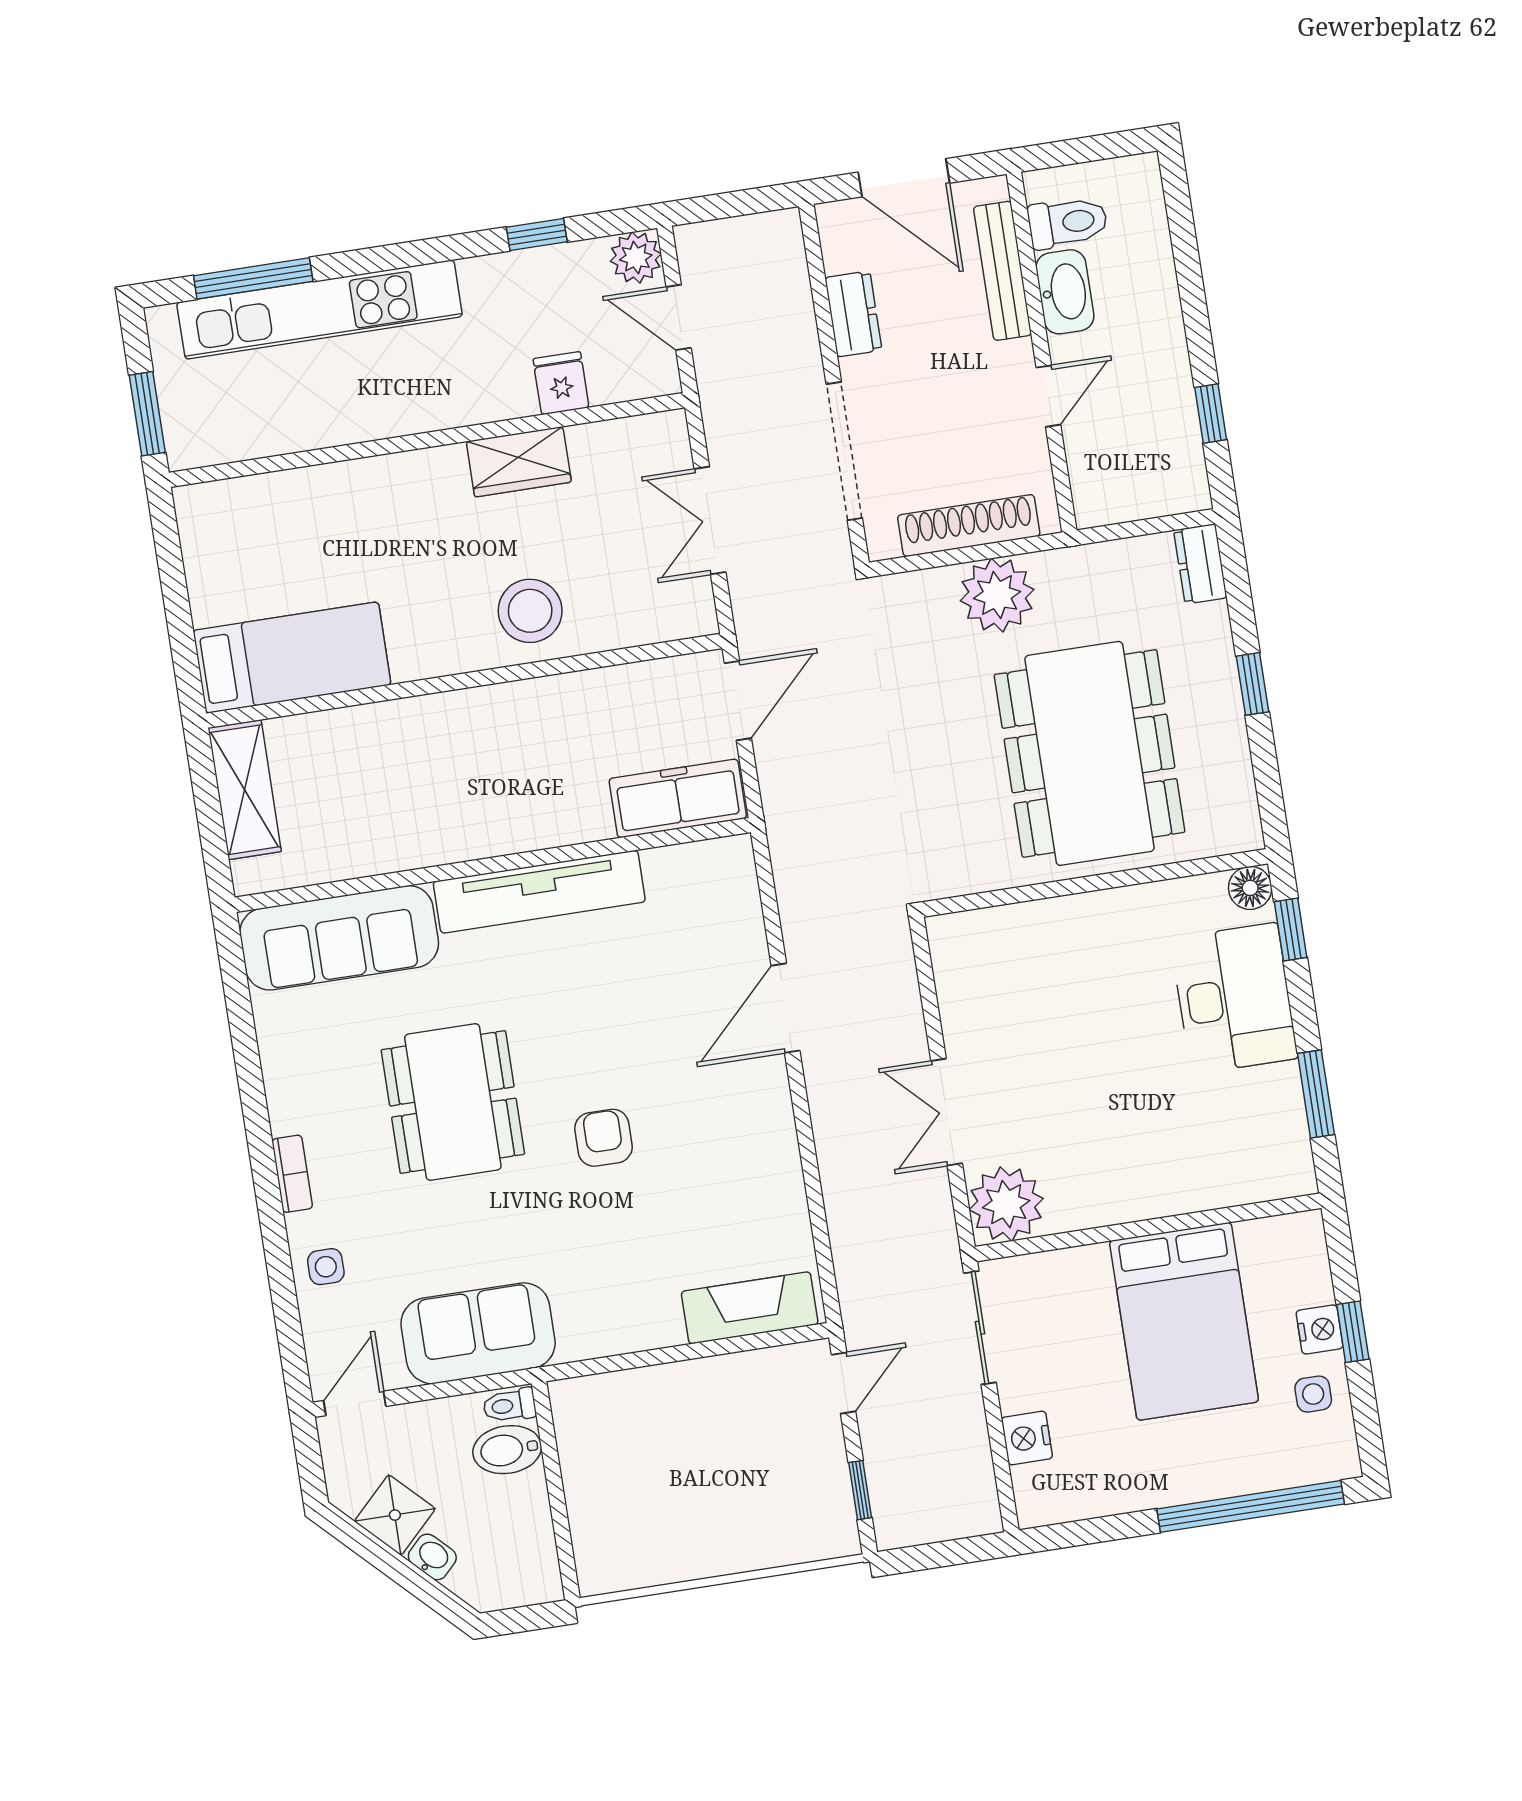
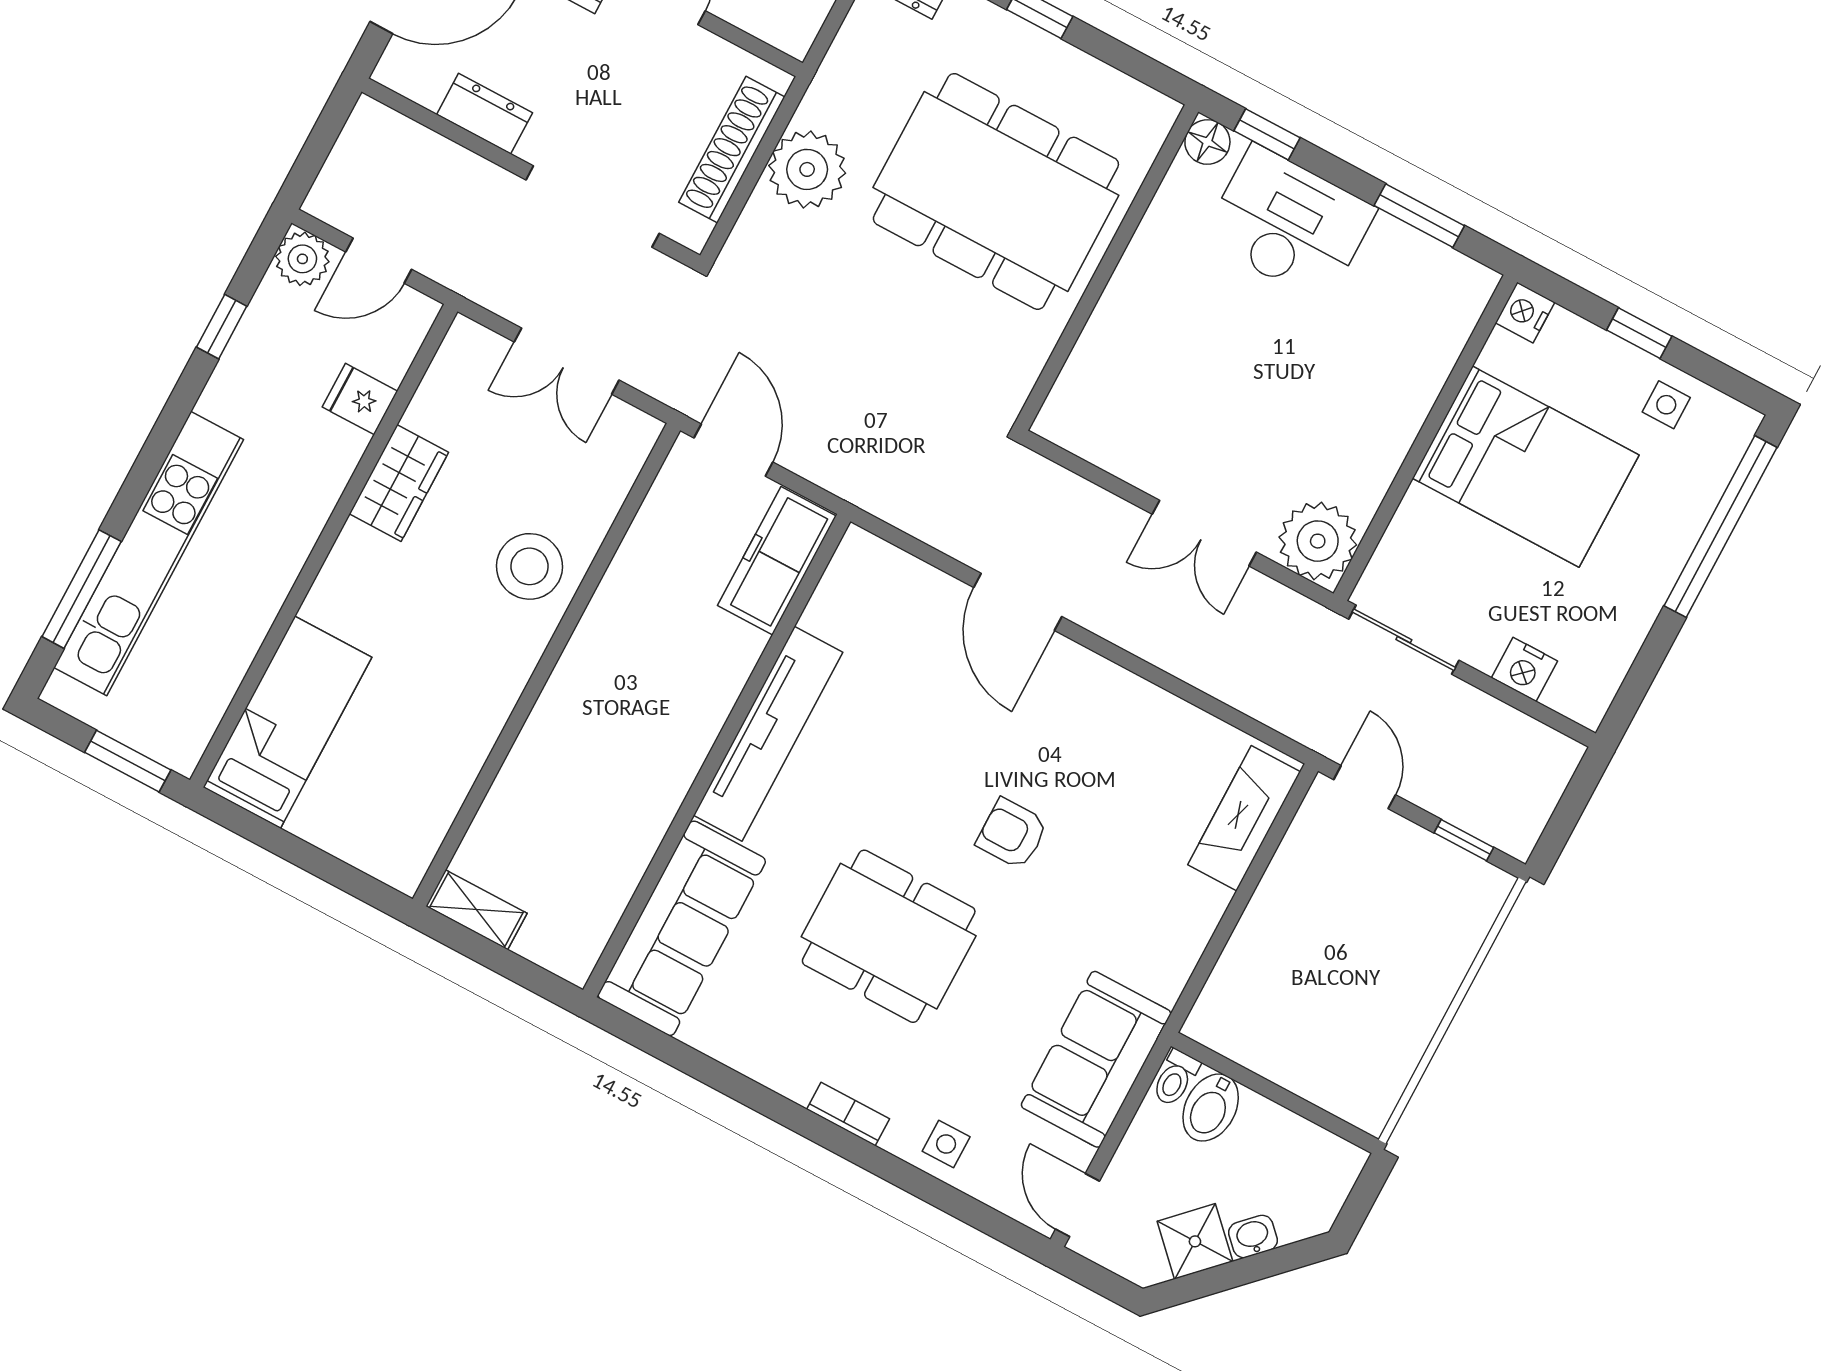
bed: (292, 658) -> (287, 722), moved
shelving: (245, 790) -> (476, 910), width x0.67, depth x0.75
nightstand: (1320, 1329) -> (1525, 312), moved, turned -90

